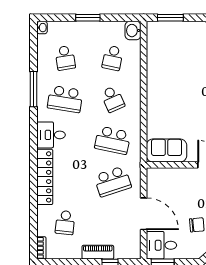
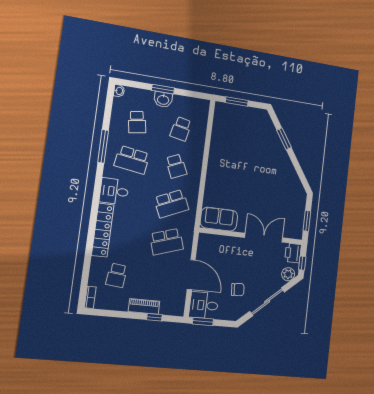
washbasin: (133, 31) -> (163, 100), moved, turned -90
school desk: (113, 140) -> (171, 204), turned -36

